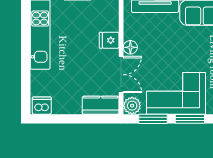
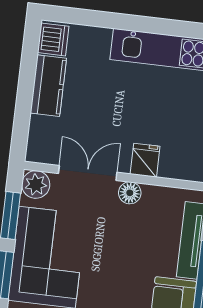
double door: (121, 75) -> (88, 173), swing flipped
kitchen counter: (101, 105) -> (48, 86), moved

